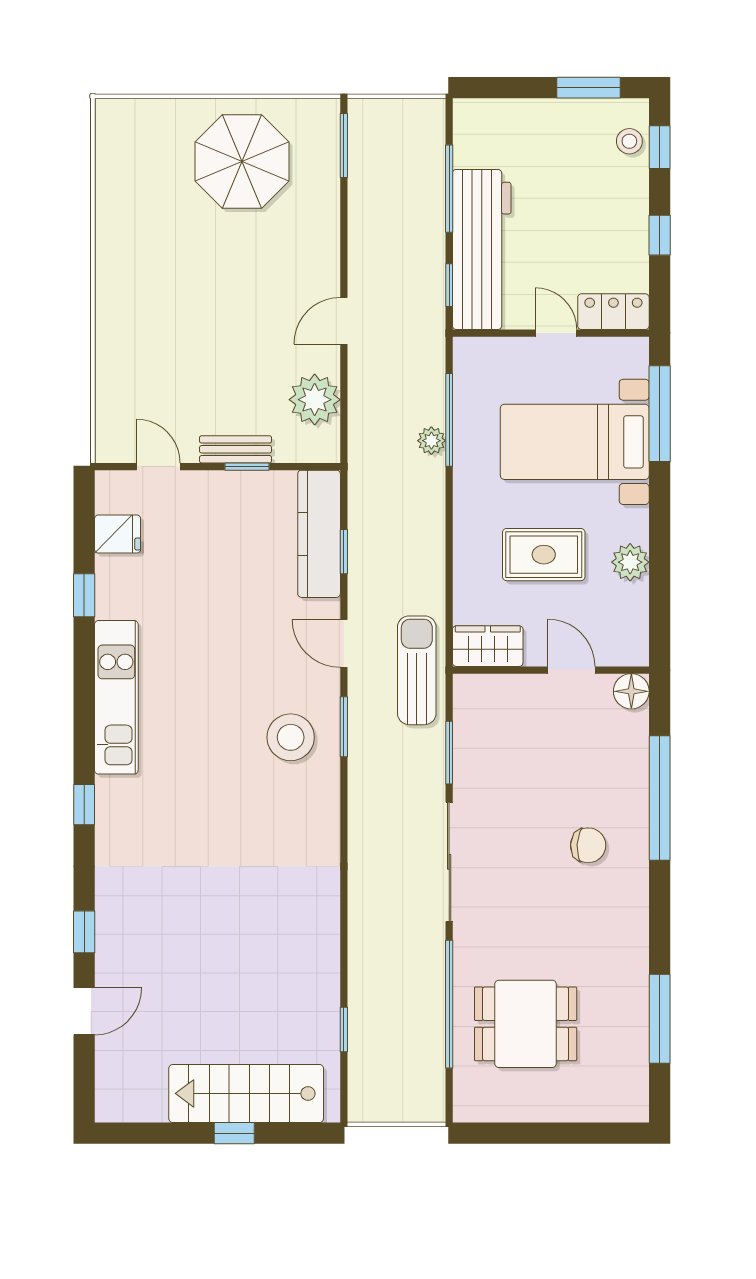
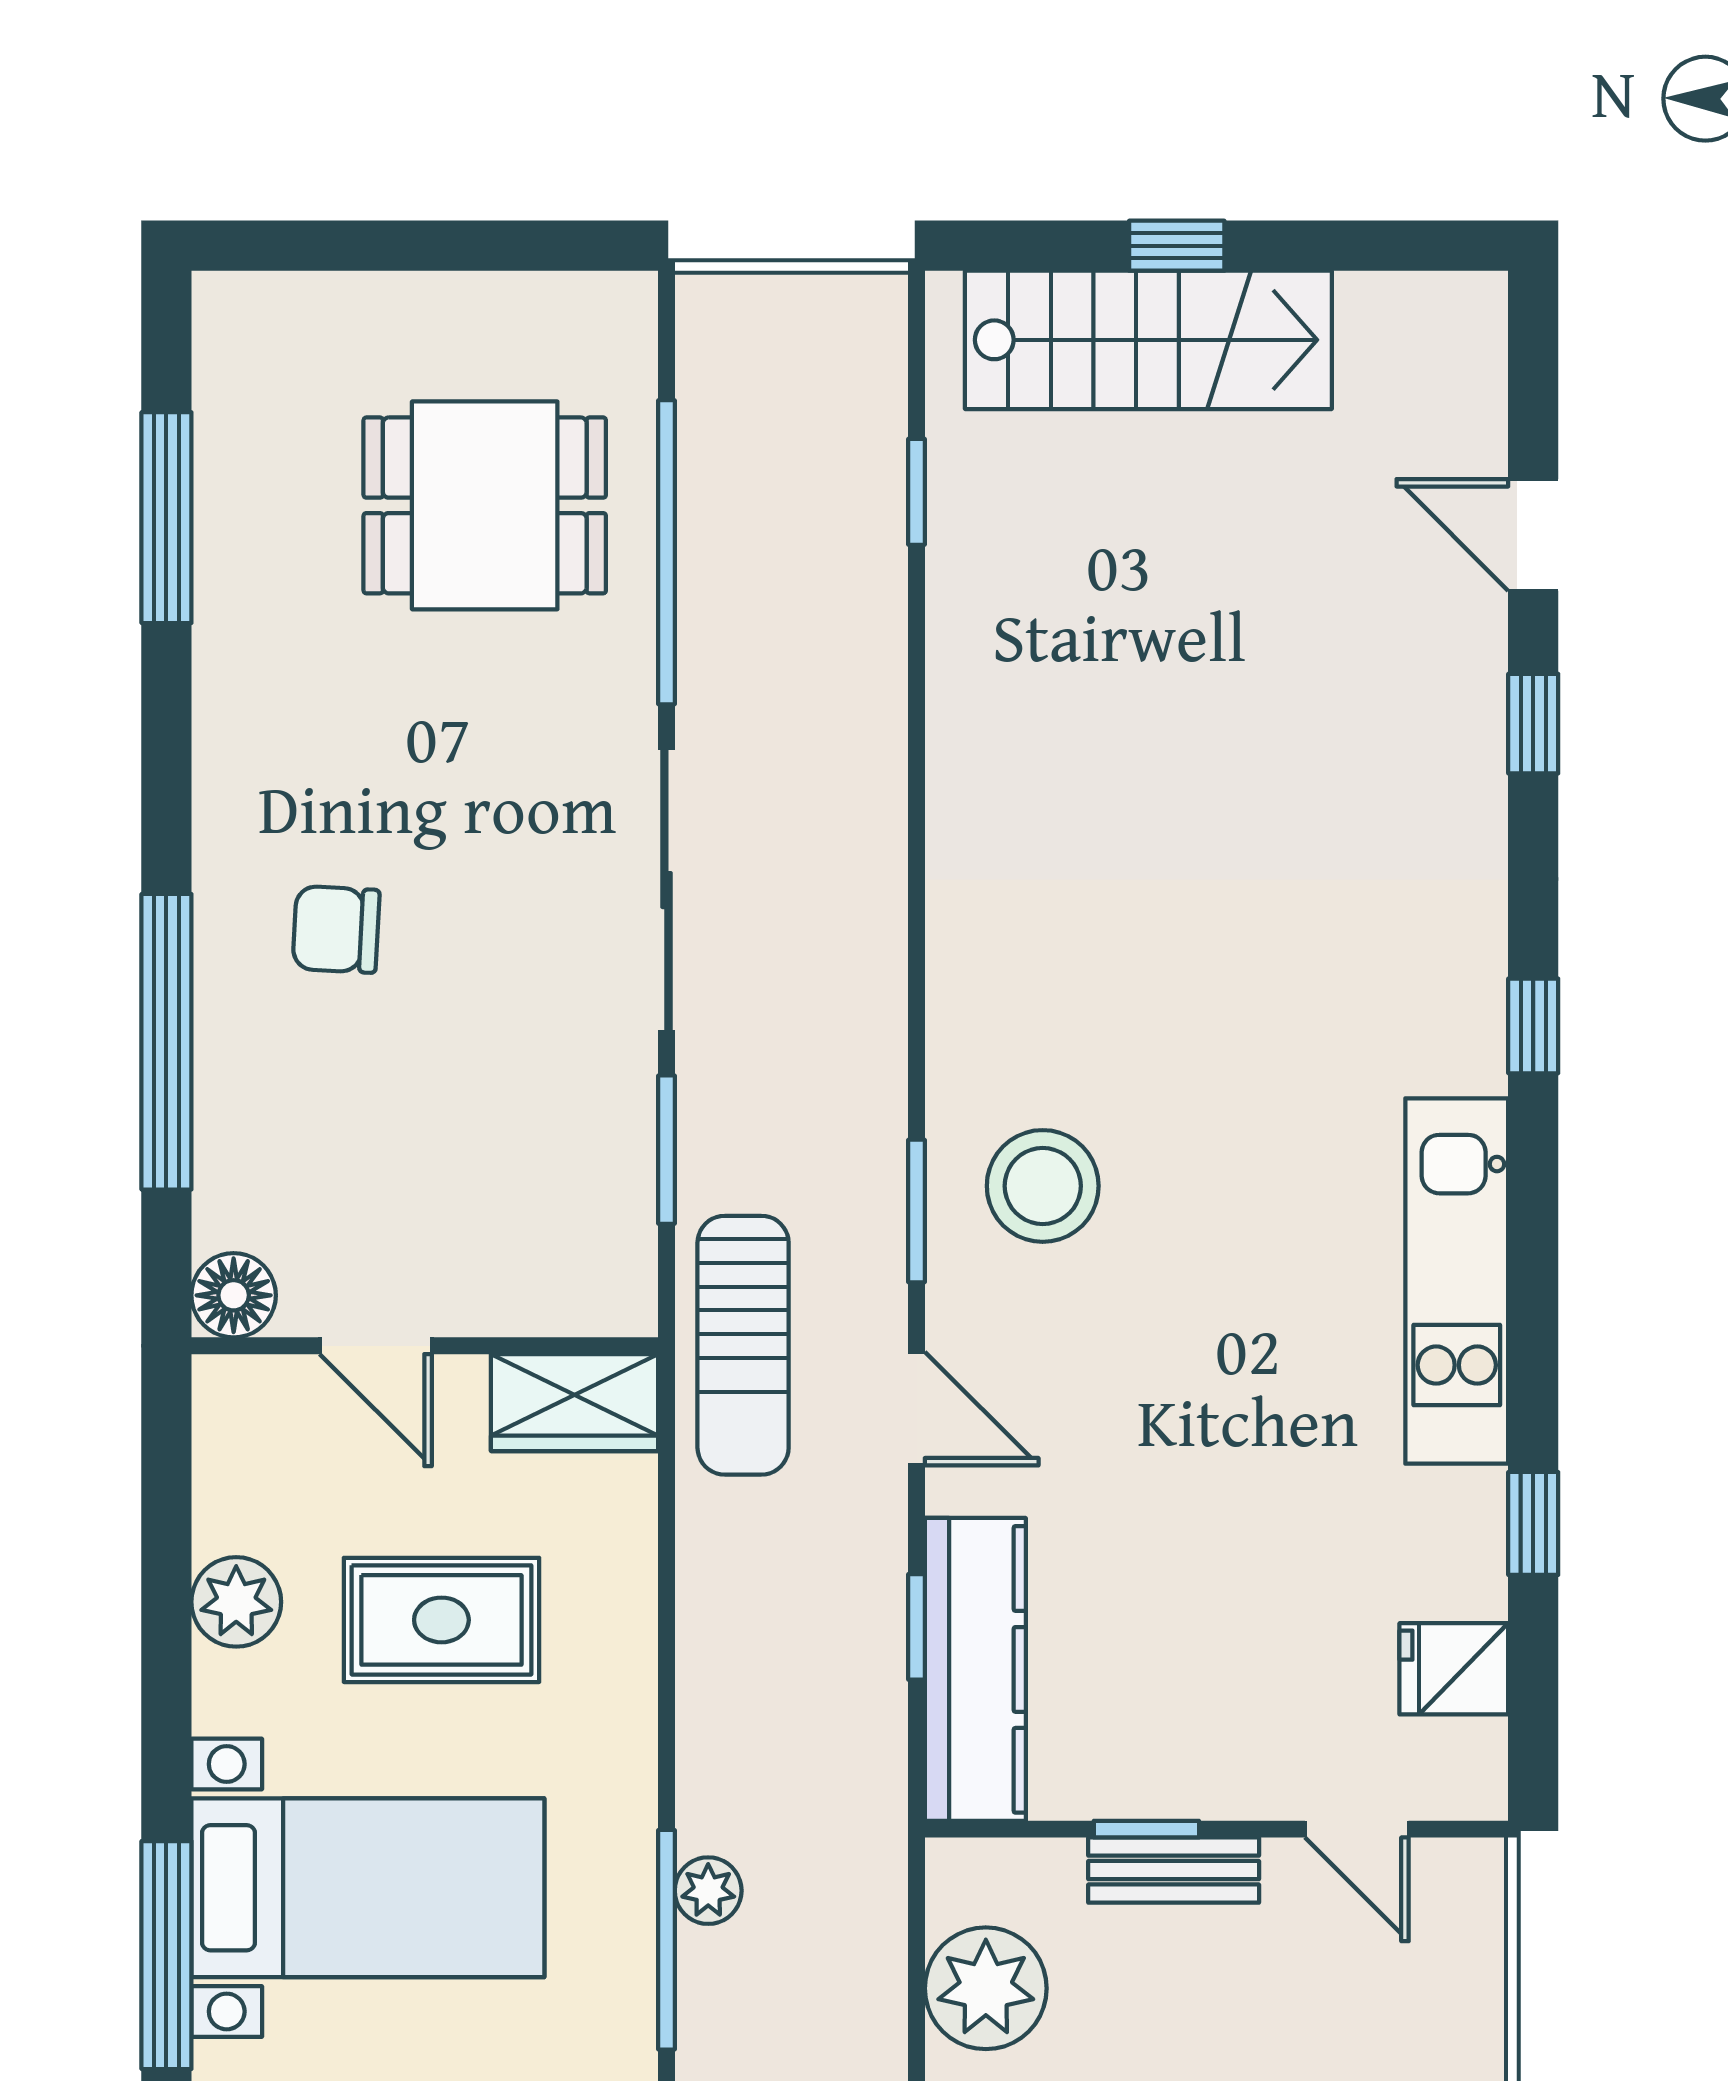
door: (84, 1011) -> (1533, 535), hinge flipped

